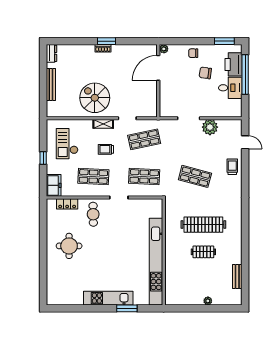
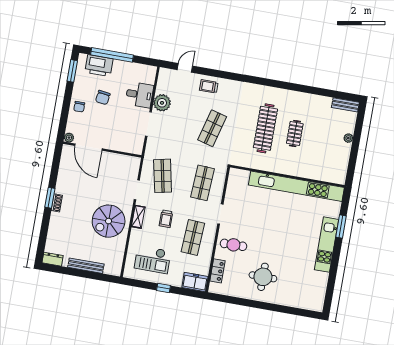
desk: (230, 88) -> (139, 95), moved, turned 90
bench: (237, 276) -> (345, 105), moved

